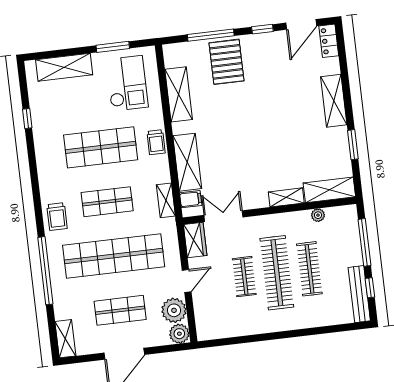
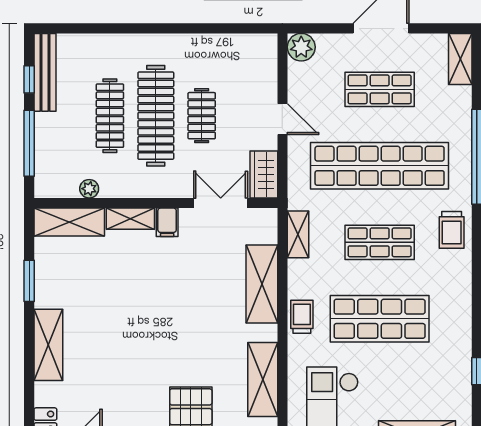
filing cabinet: (191, 199) -> (167, 222), moved, turned -90
double door: (223, 216) -> (221, 203), swing flipped
trolley: (57, 217) -> (452, 230), turned 180
door: (187, 281) -> (282, 119), swing flipped
plant: (174, 310) -> (305, 80), removed

